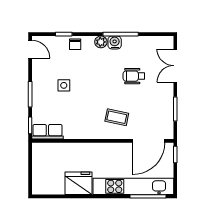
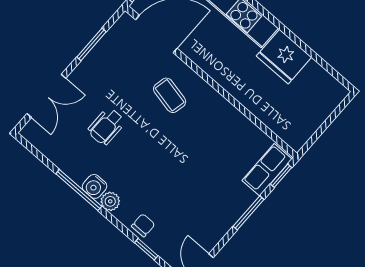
wheelchair: (134, 76) -> (106, 126), turned 90
side table: (64, 85) -> (199, 188), removed
row of seats: (47, 132) -> (267, 170), moved, turned 90

